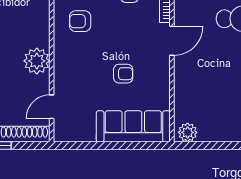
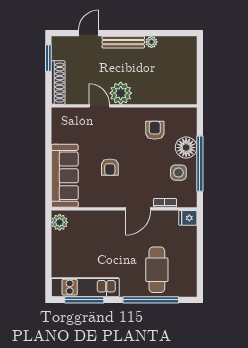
door: (172, 41) -> (138, 209), hinge flipped
door: (52, 107) -> (99, 106), moved

